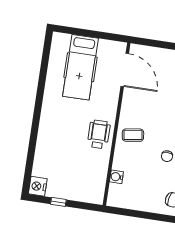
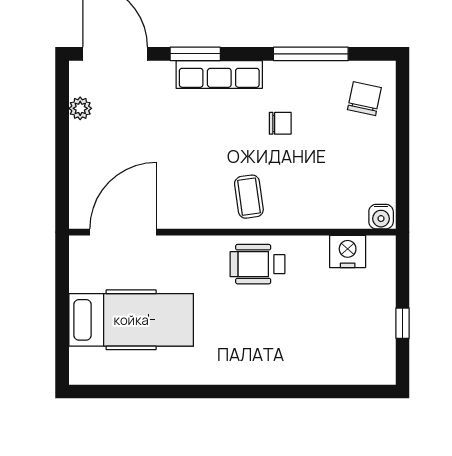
water cooler: (116, 177) -> (381, 217), moved
nightstand: (38, 186) -> (348, 251), moved, turned 180

